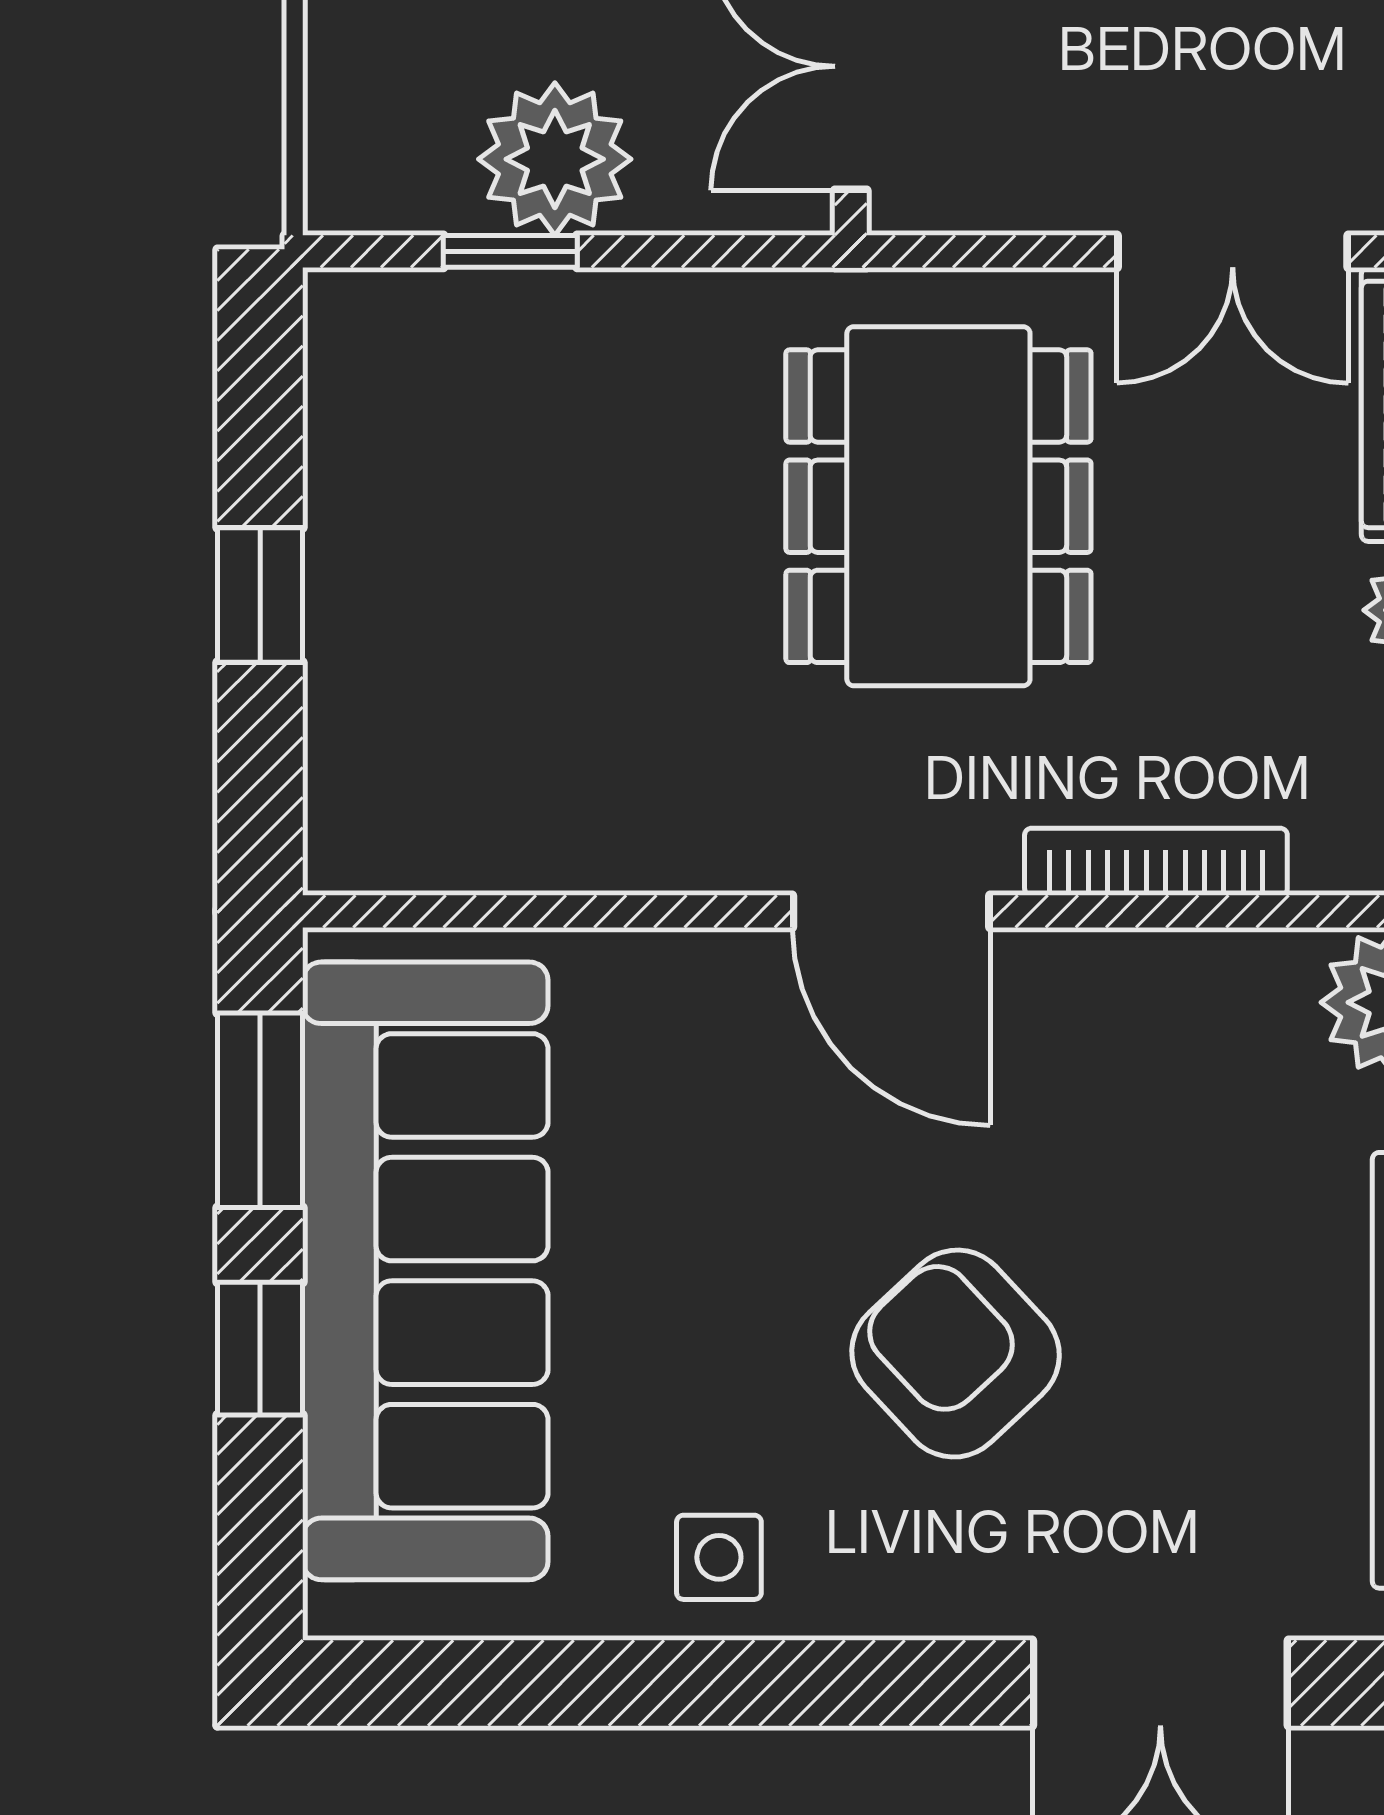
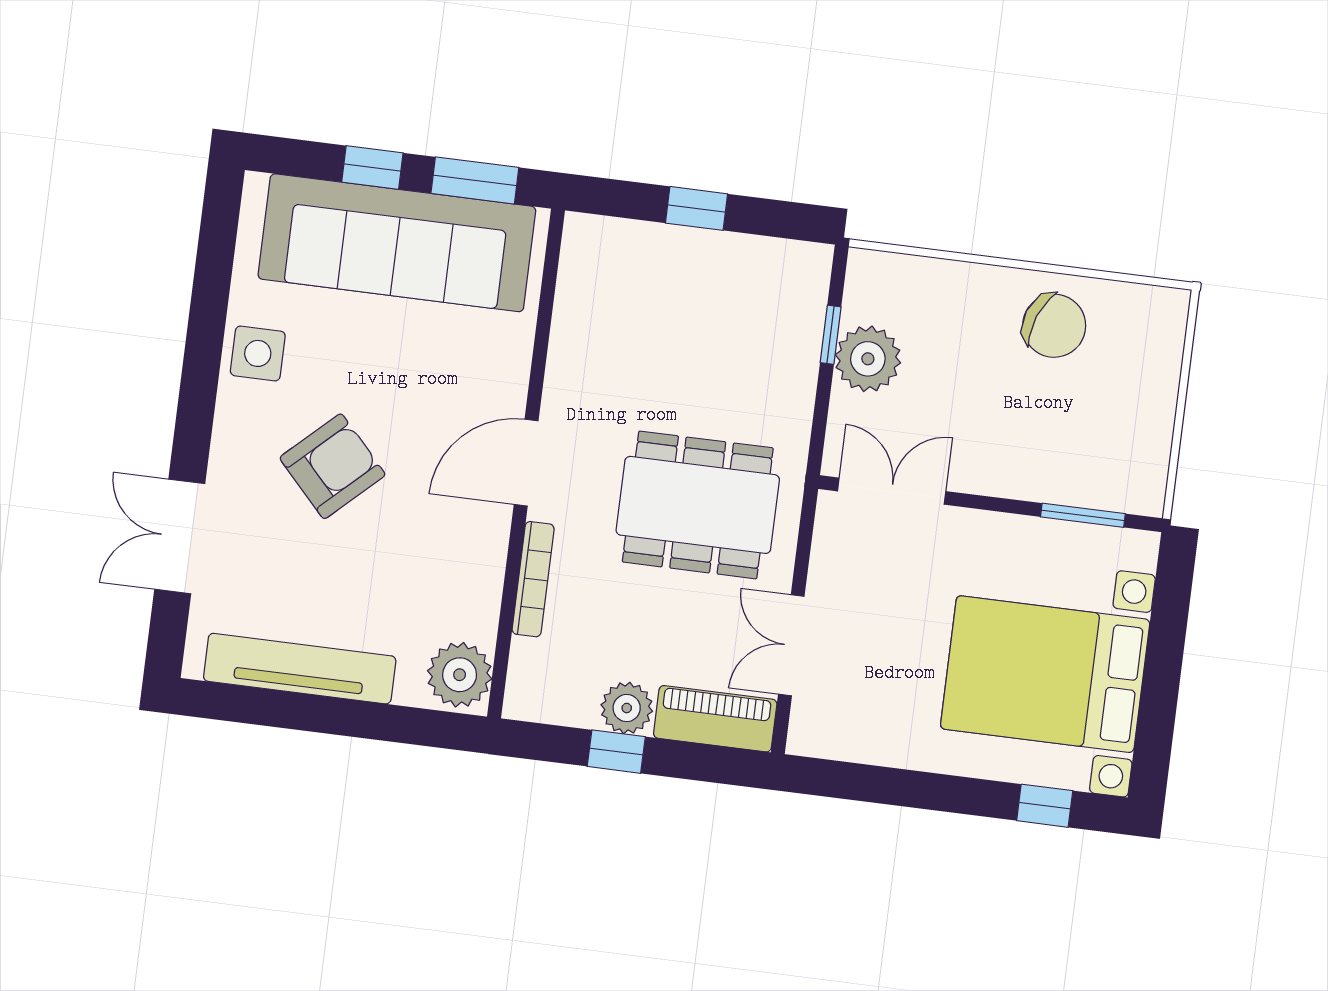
side table: (719, 1557) -> (258, 353), width x1.37, depth x1.37

